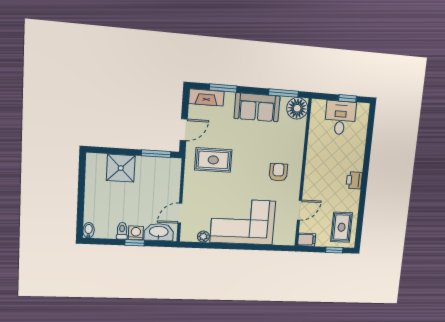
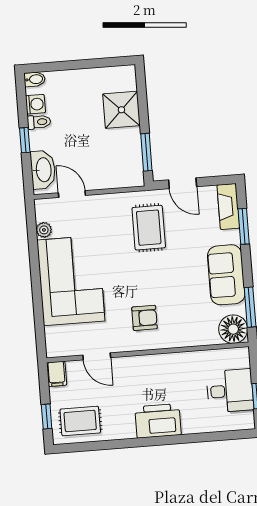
printer: (354, 180) -> (158, 421), width x1.87, depth x1.48
washing machine: (136, 233) -> (36, 104), moved

